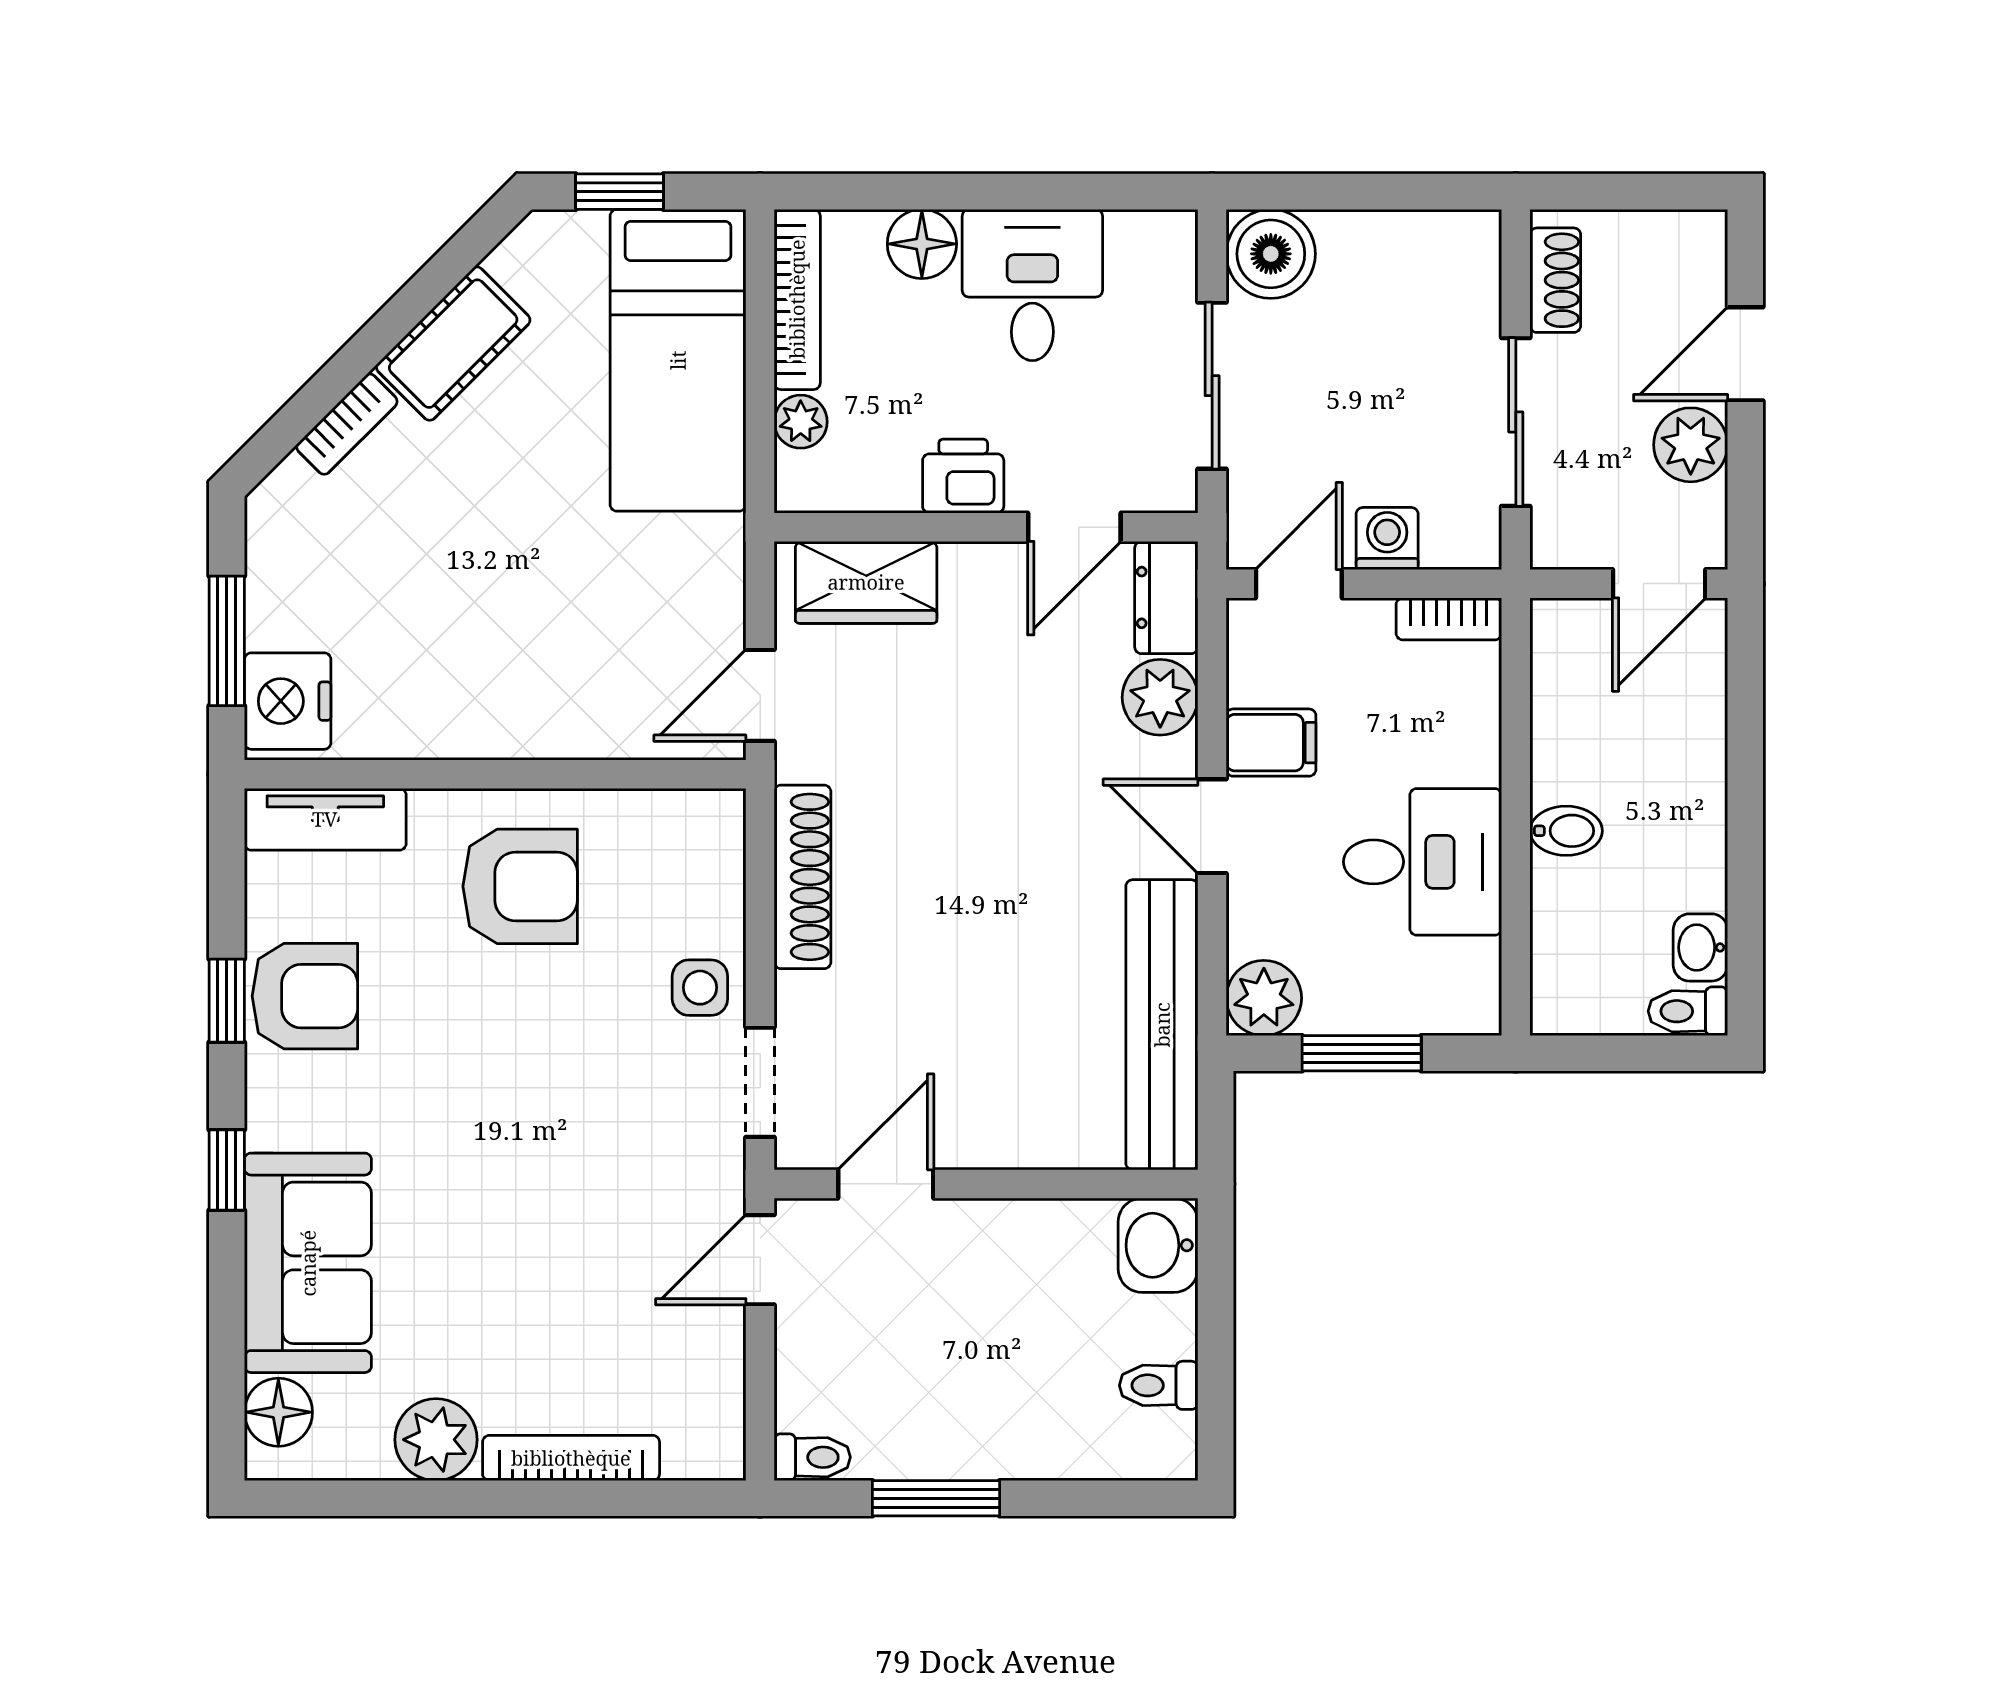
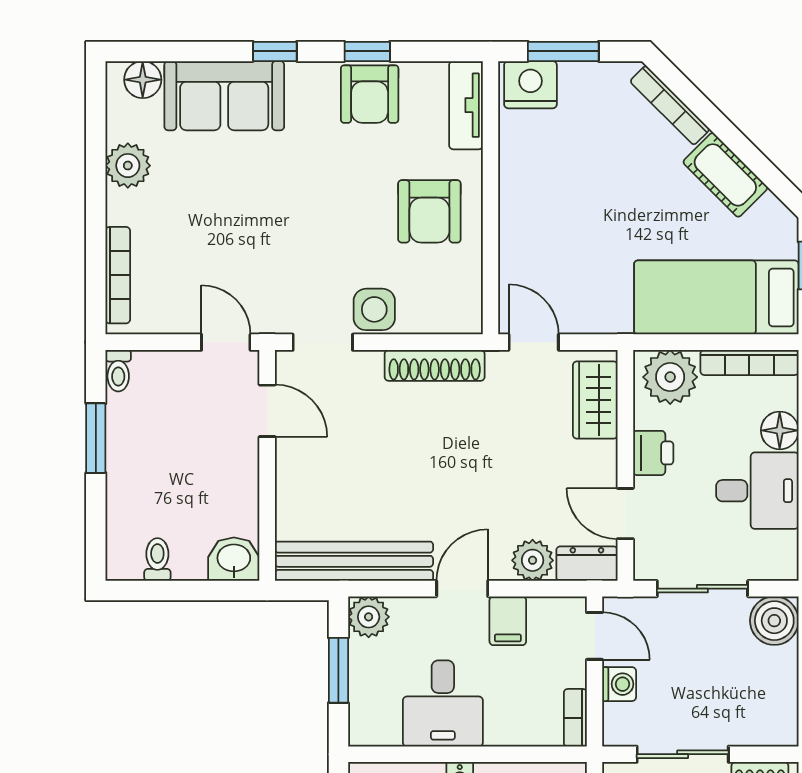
plant: (801, 422) -> (670, 377), width x1.87, depth x1.87
bookcase: (347, 424) -> (670, 105), width x1.56
side table: (700, 988) -> (374, 309), width x1.37, depth x1.37
bookcase: (571, 1458) -> (118, 275), moved

